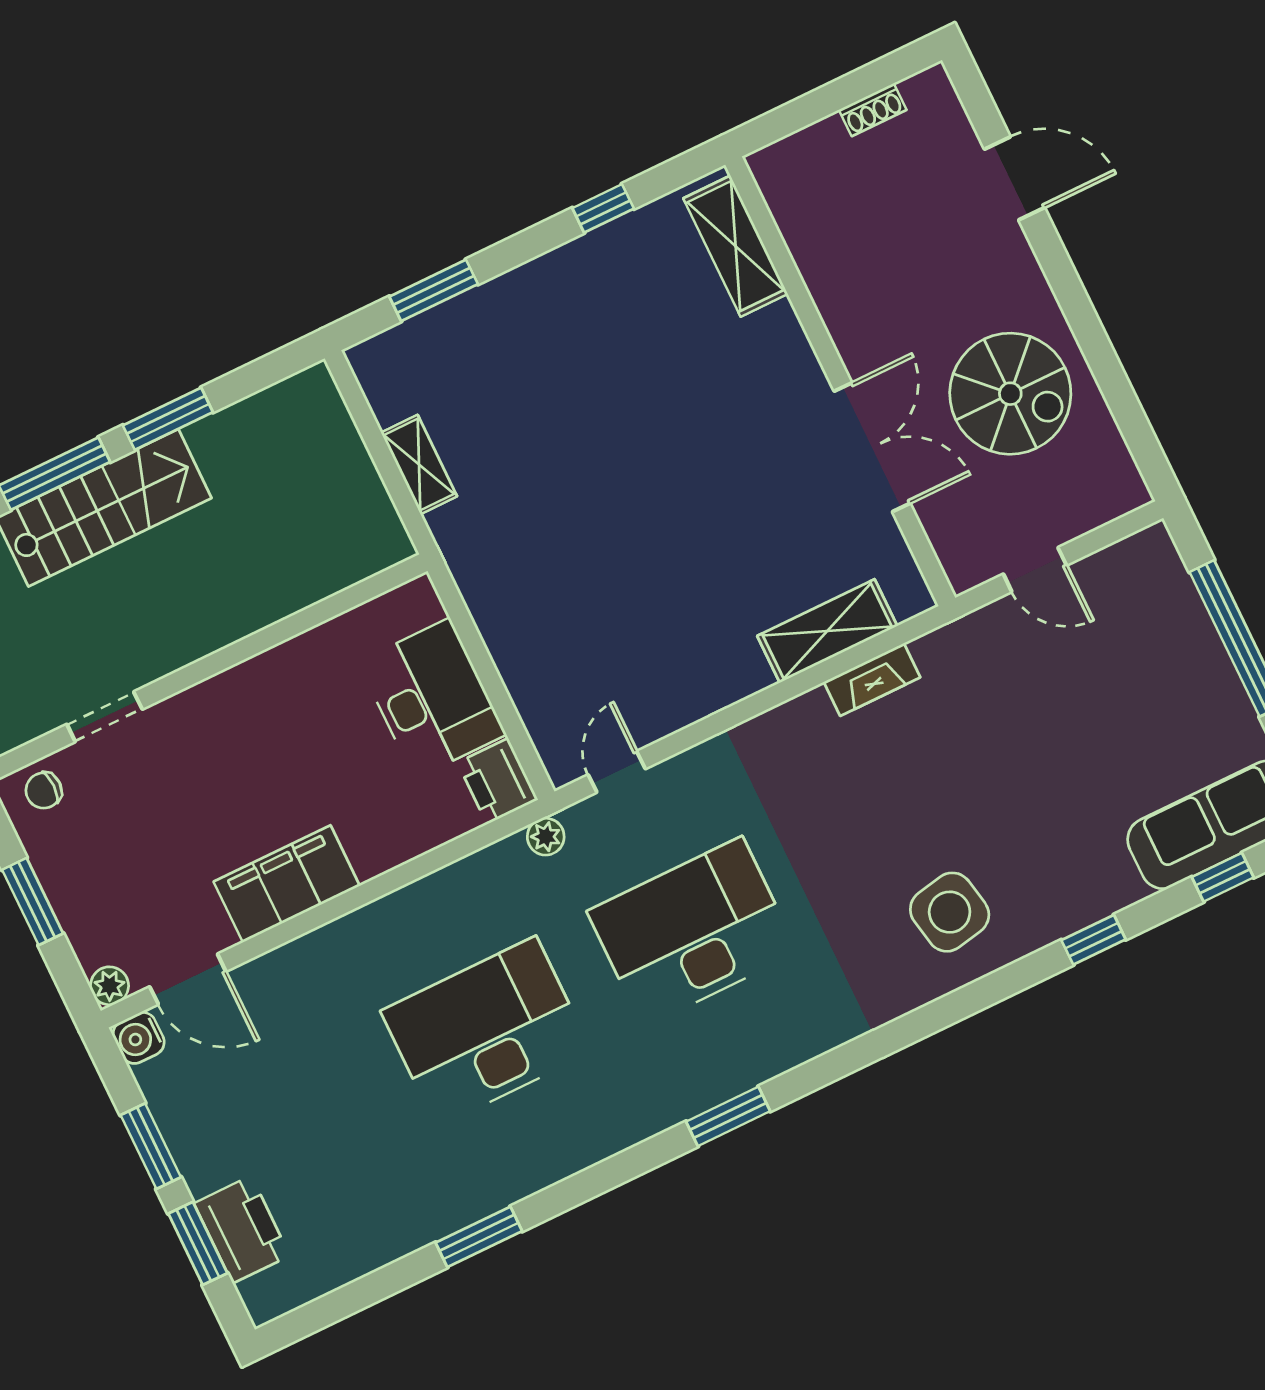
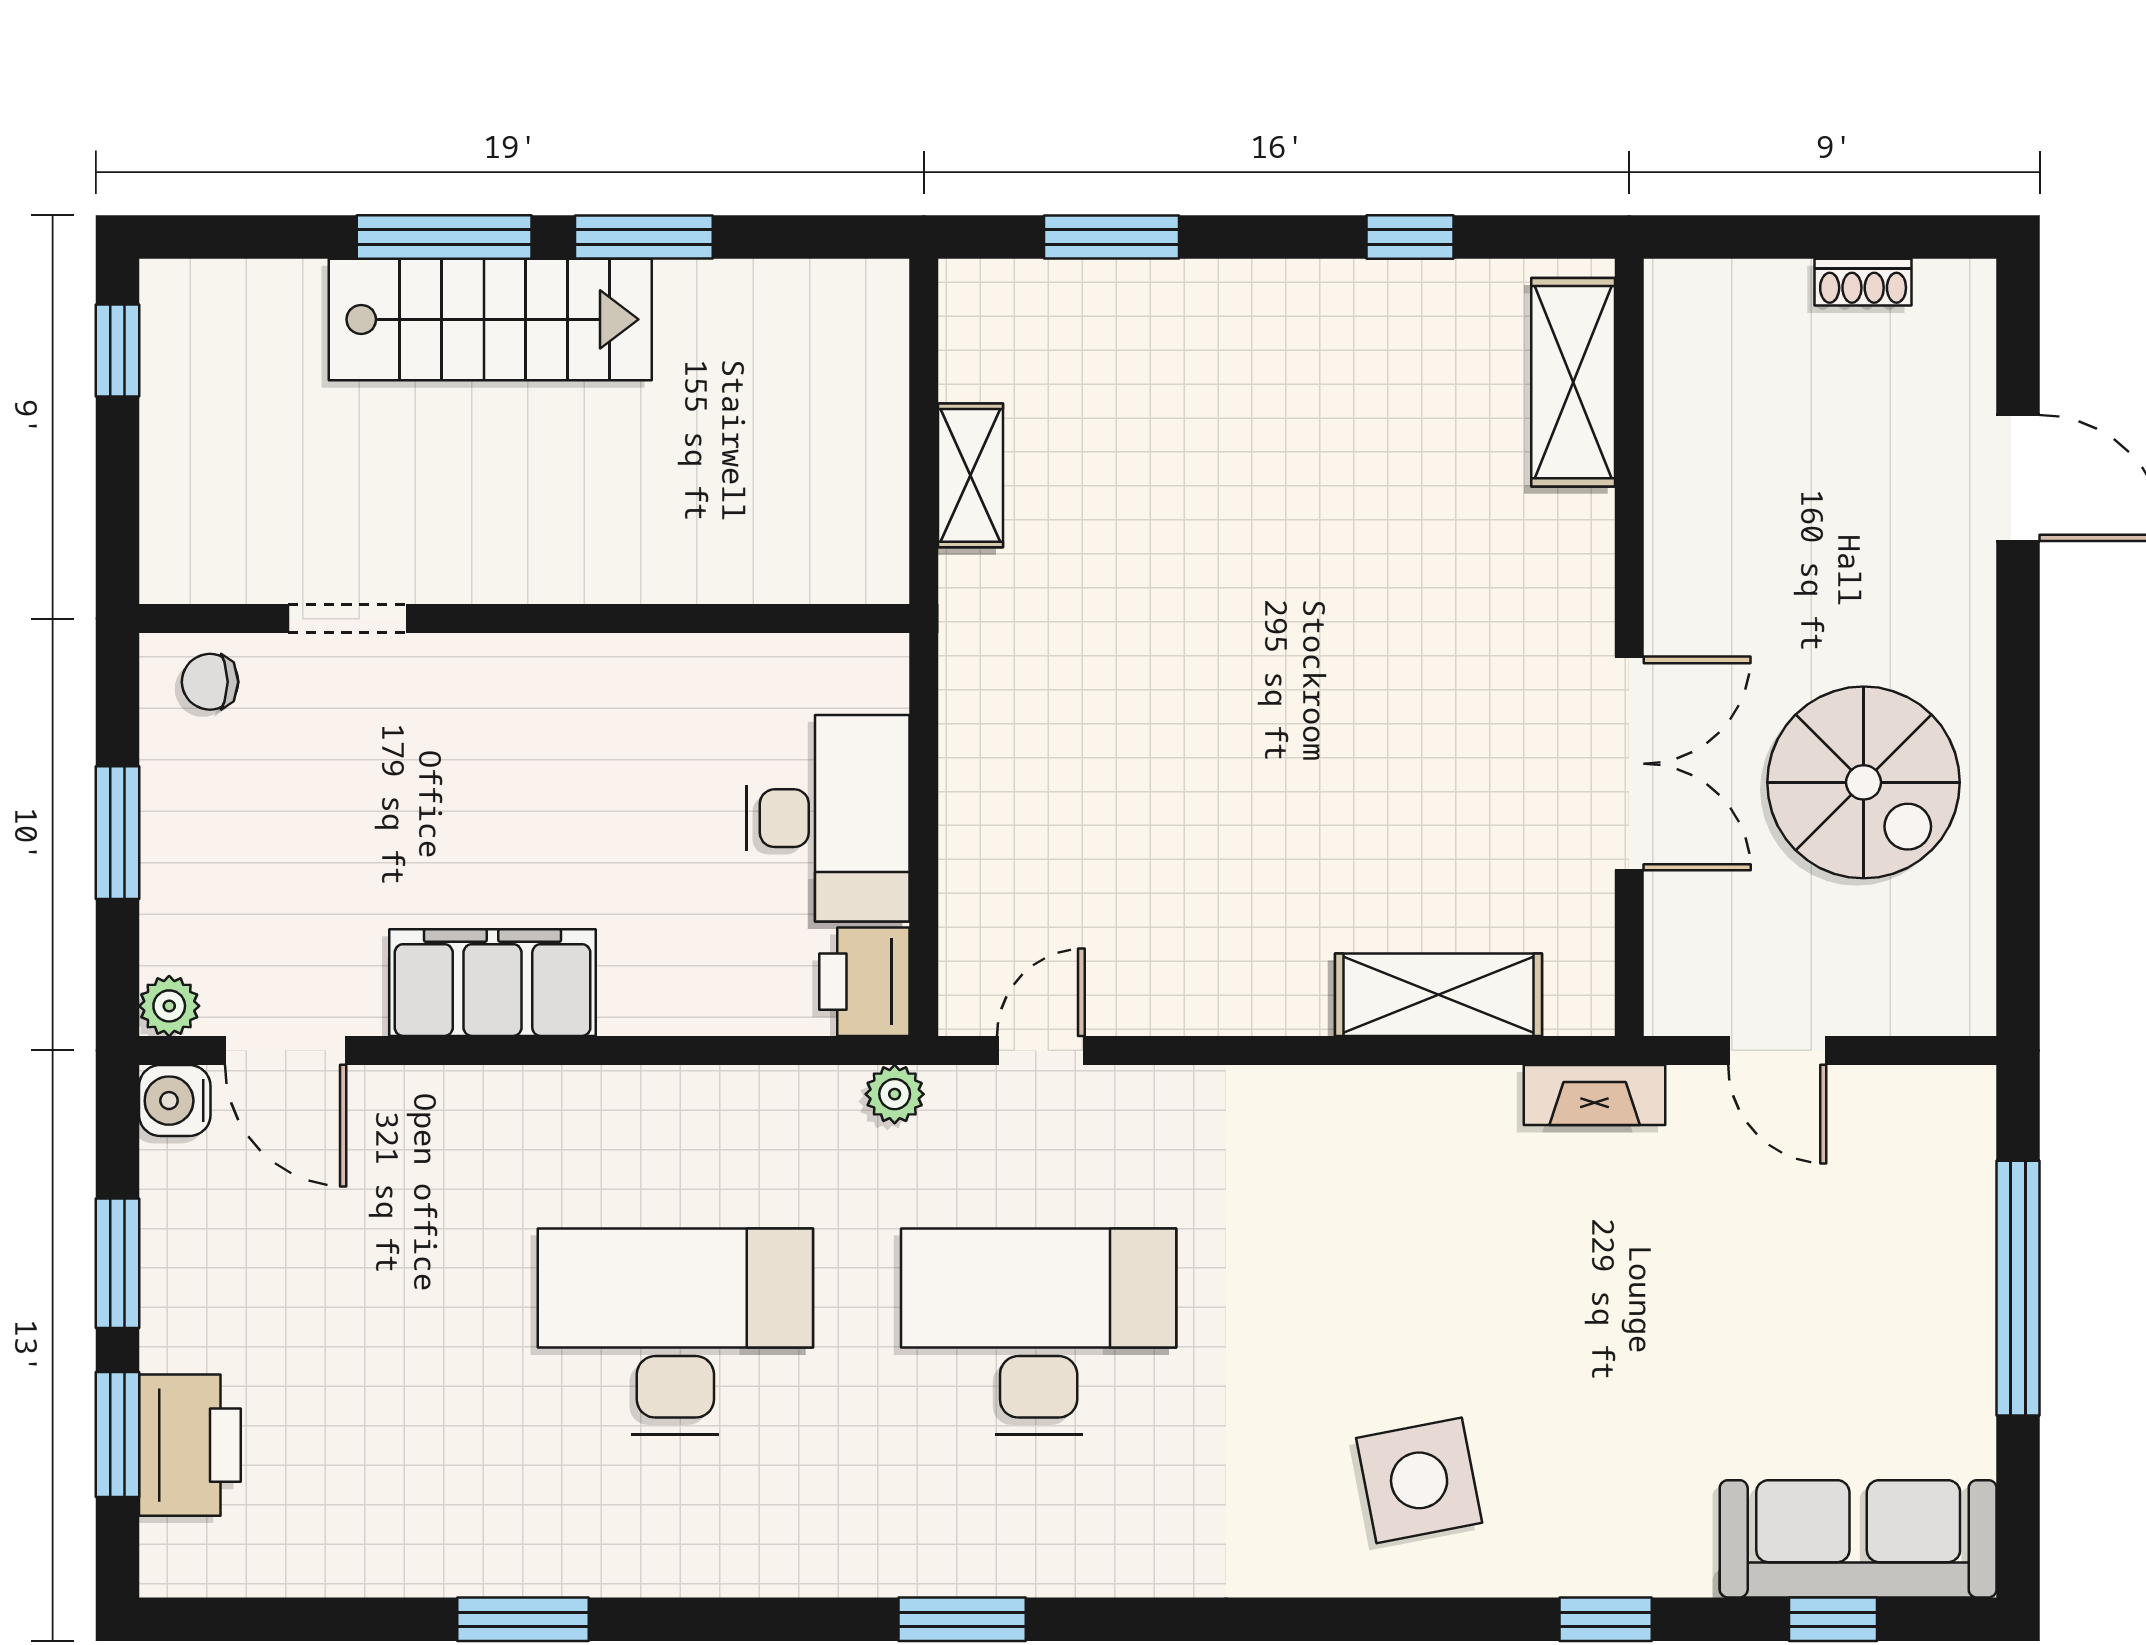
fireplace: (872, 680) -> (1595, 1095), moved

